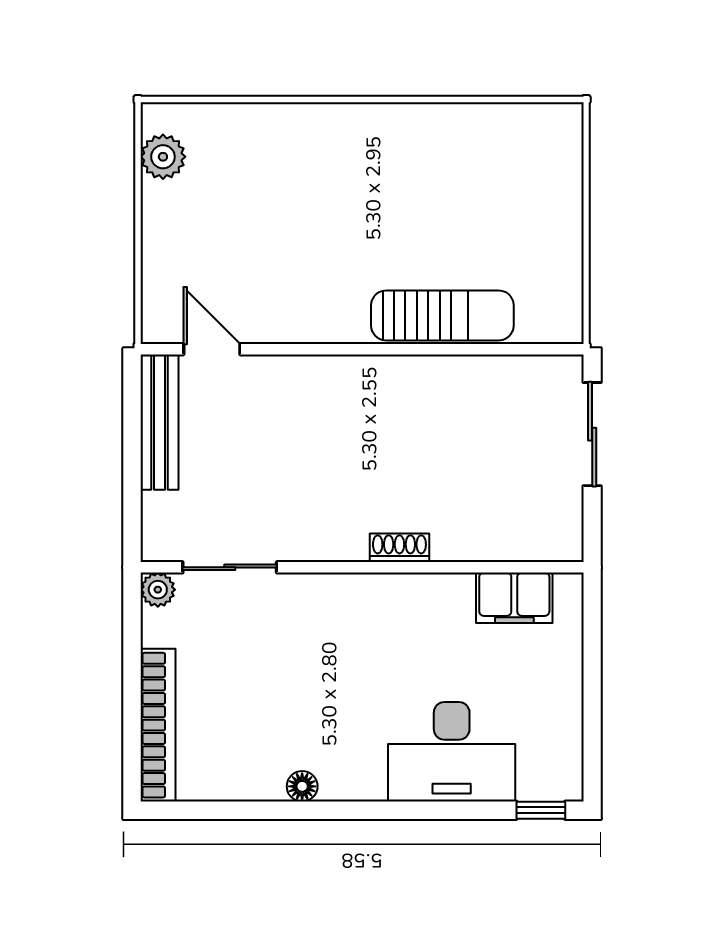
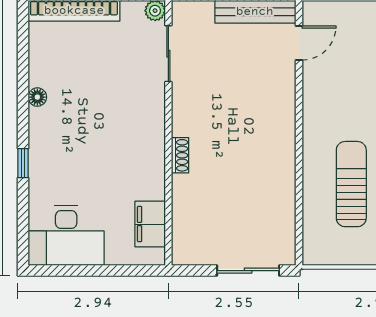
sun lounger: (442, 315) -> (351, 184), moved, turned 180
desk: (452, 752) -> (66, 236), moved, turned -90
window: (541, 810) -> (23, 163), moved

